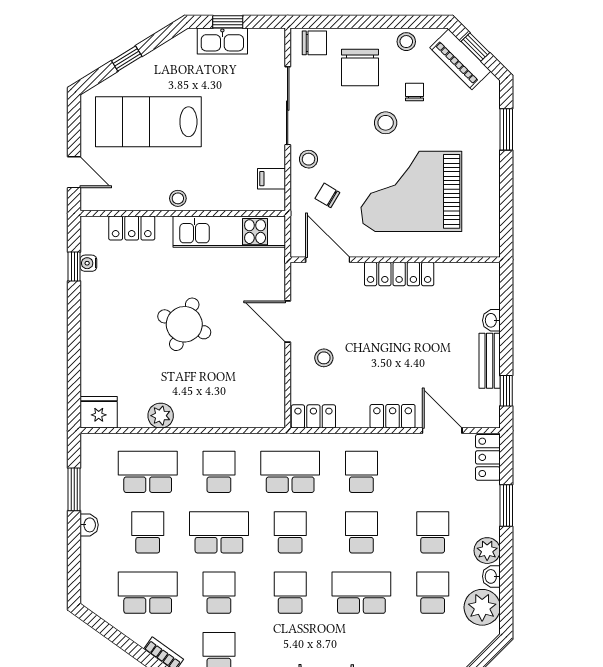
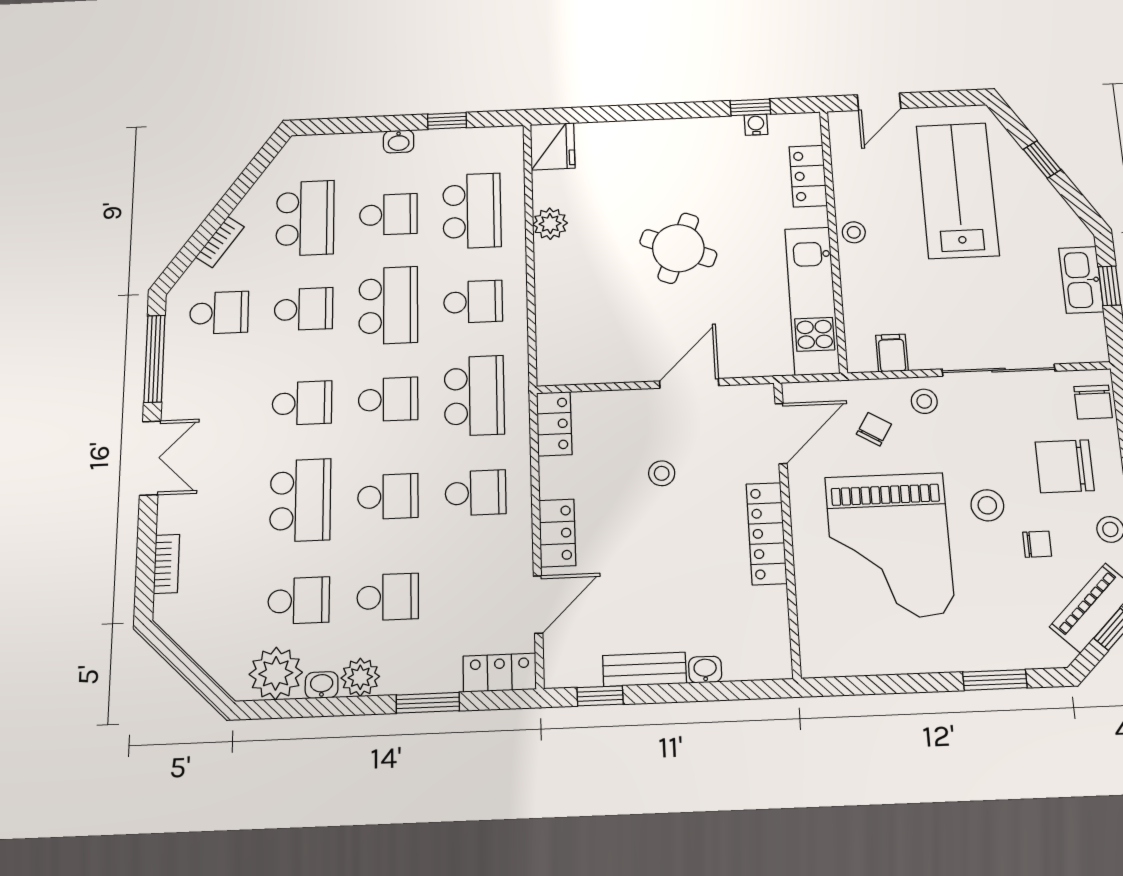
grand piano: (411, 191) -> (890, 546), turned 180
stool: (324, 358) -> (662, 473), moved
window: (74, 489) -> (447, 121), width x0.67

